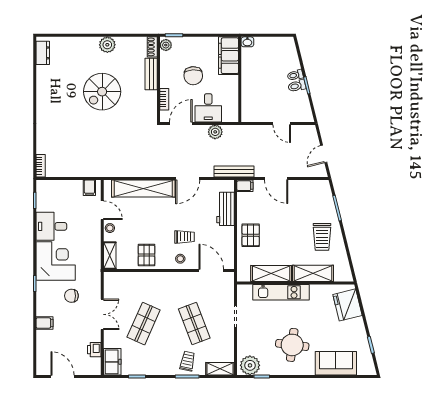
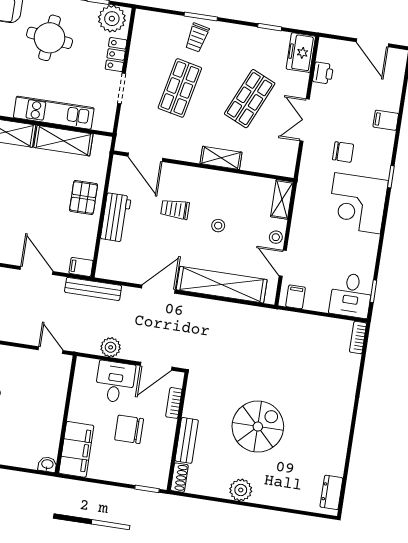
plant: (166, 45) -> (160, 477), removed
chair: (193, 76) -> (129, 429), turned -87
door: (282, 123) -> (51, 350), moved
workbench: (226, 209) -> (116, 218), moved
desk: (51, 226) -> (351, 295), moved, turned 90
pallet: (146, 255) -> (231, 192), removed
stool: (180, 259) -> (218, 226), moved
shop shelf: (194, 324) -> (180, 88), turned 33
locker: (243, 340) -> (116, 55), added
shelving: (220, 369) -> (221, 158), moved

